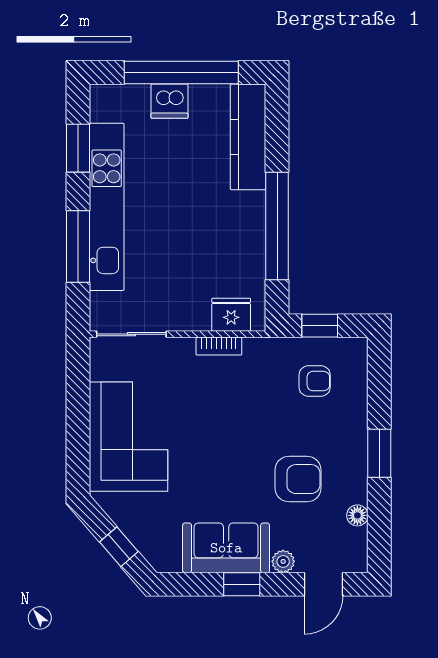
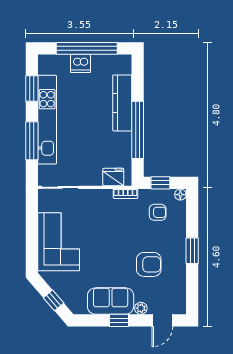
kitchen counter: (248, 137) -> (122, 103), moved
bookcase: (219, 346) -> (125, 194), moved
floor lamp: (357, 515) -> (180, 195), moved

